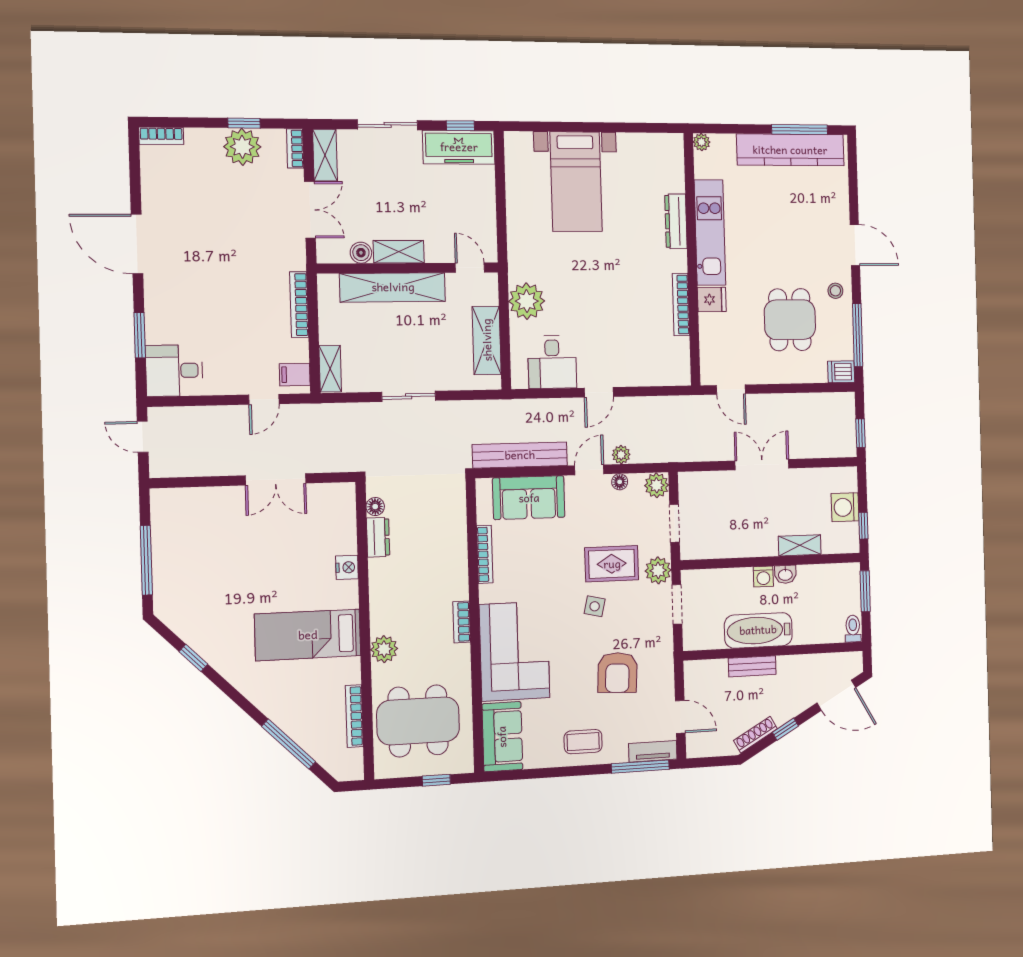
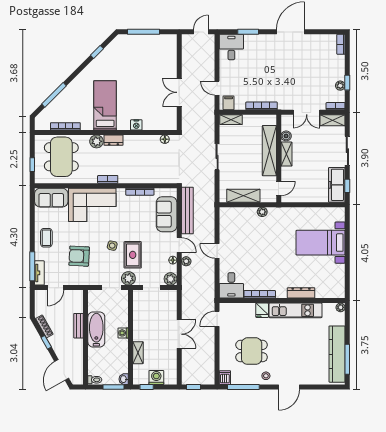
plant: (242, 147) -> (340, 86), width x0.53, depth x0.53
plant: (527, 301) -> (262, 212), width x0.53, depth x0.53
desk: (552, 362) -> (231, 285), moved, turned -90
dresser: (378, 537) -> (113, 140), moved
washbasin: (785, 574) -> (124, 379), moved

